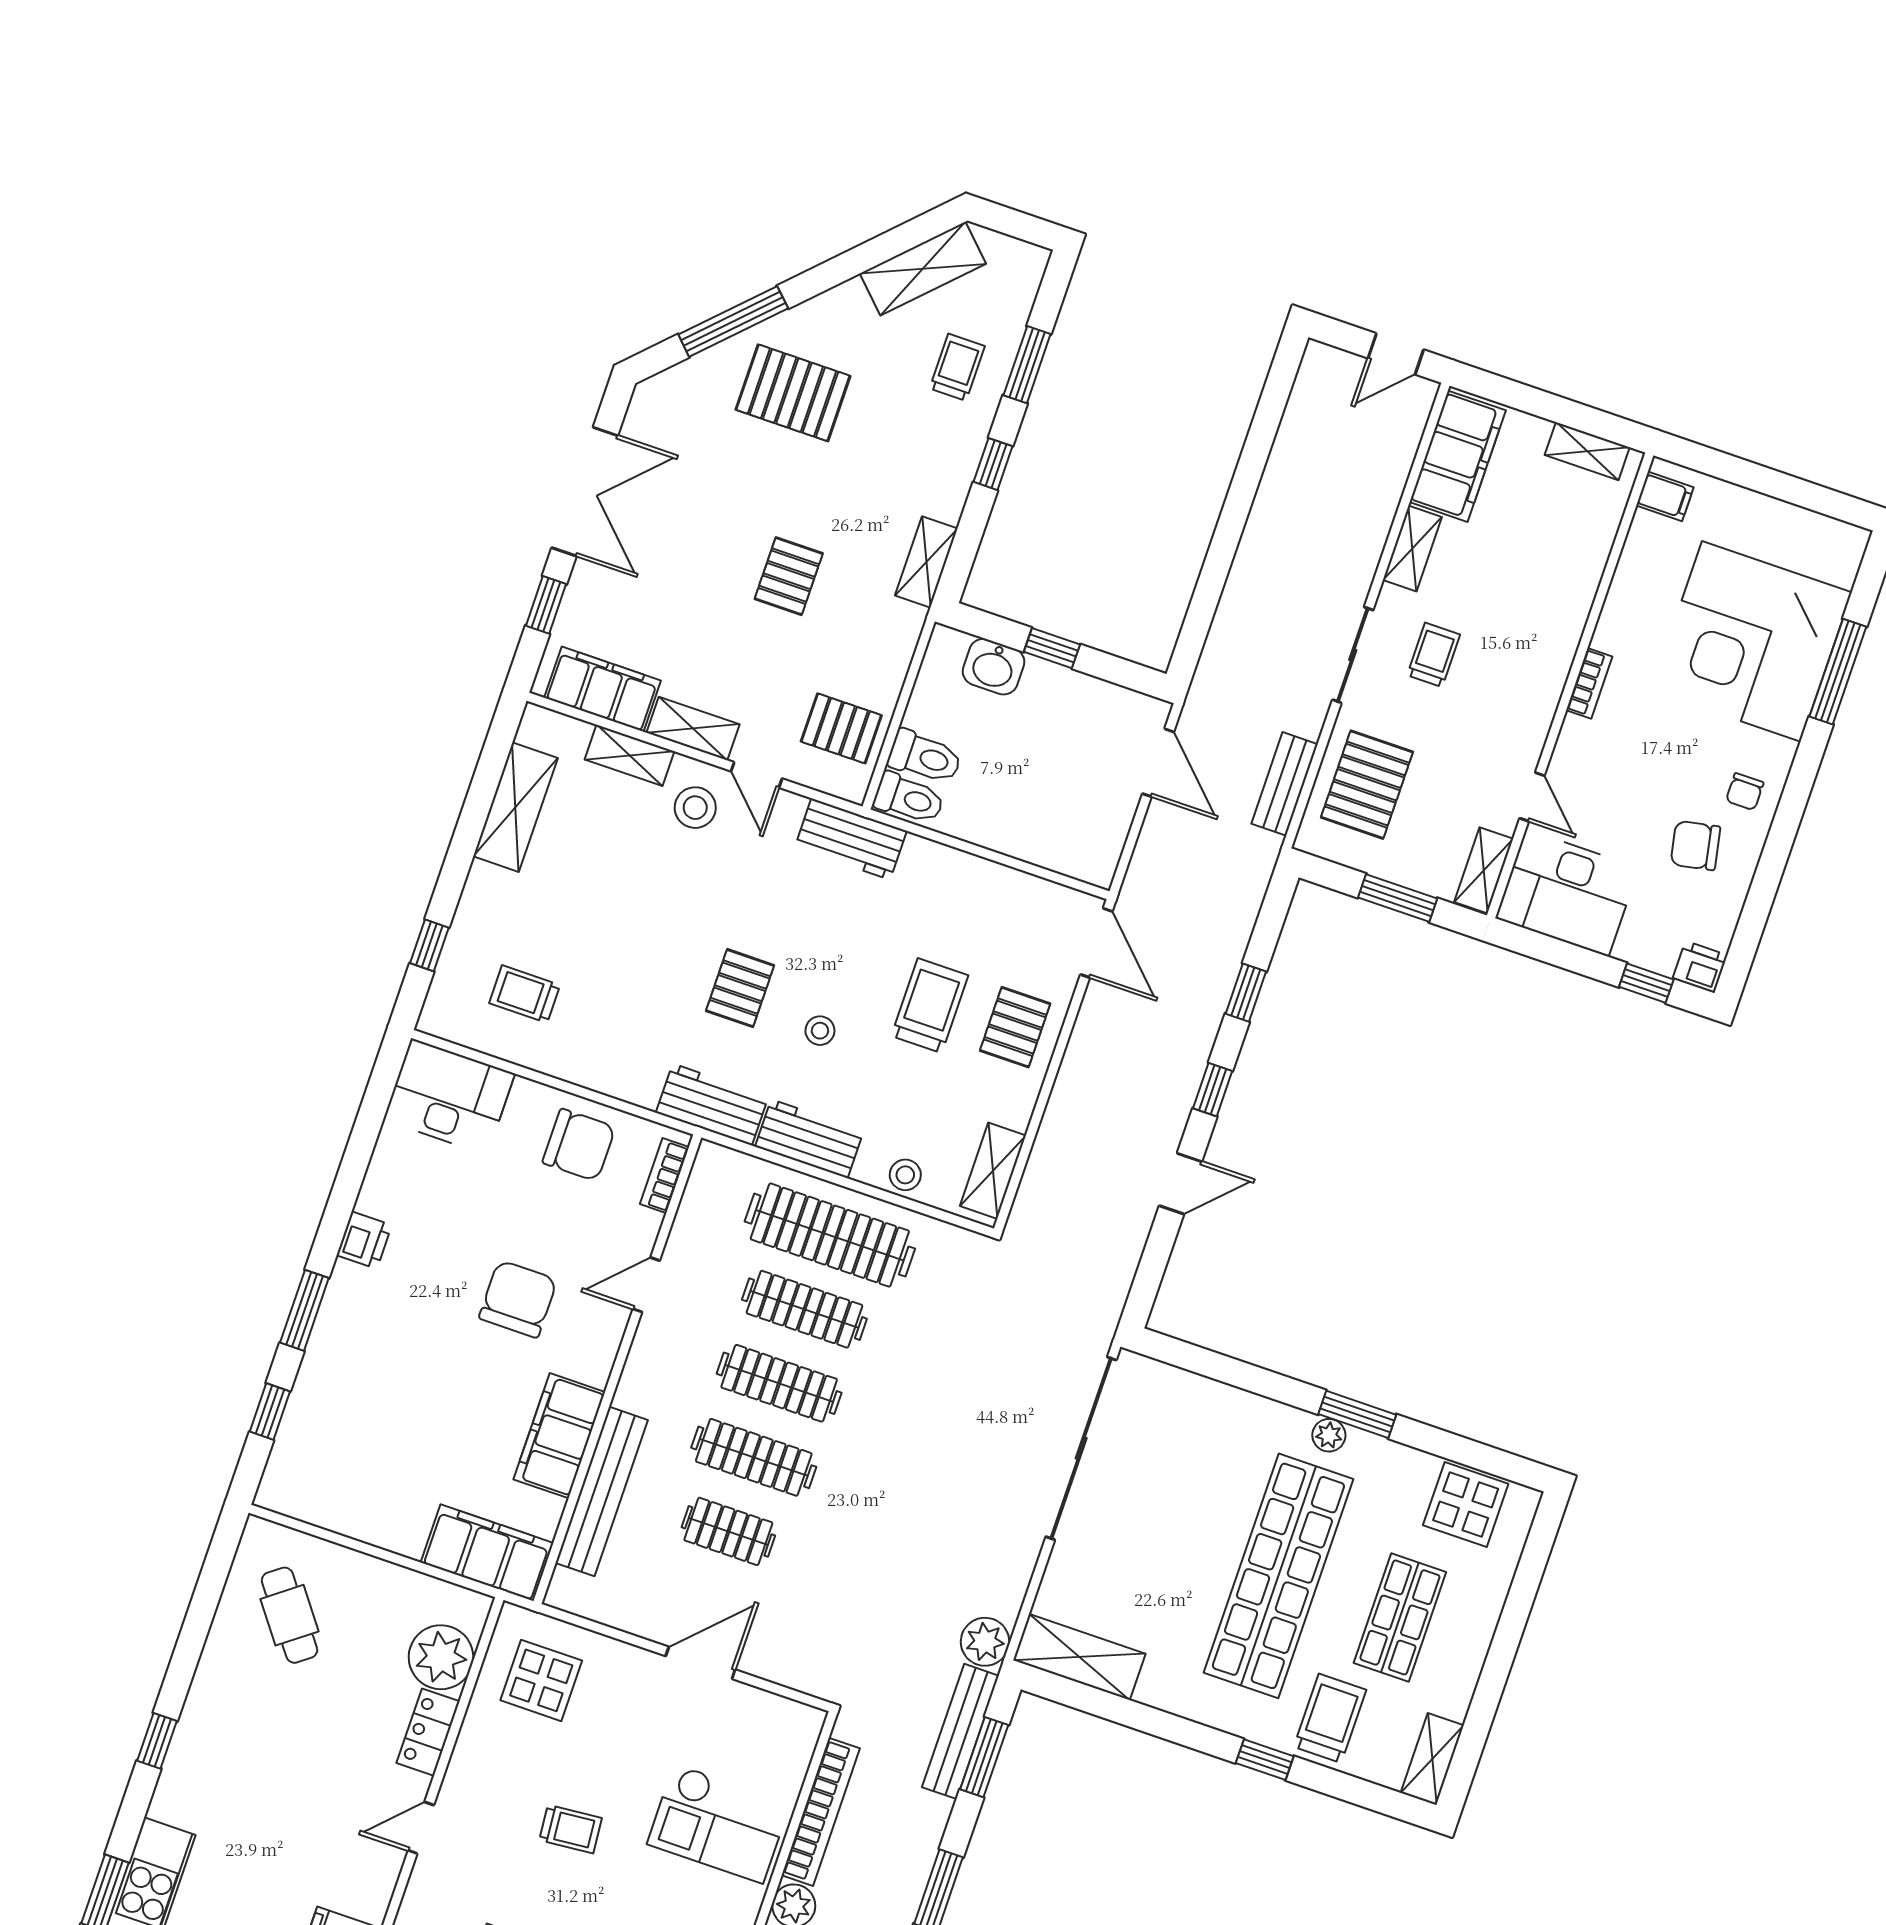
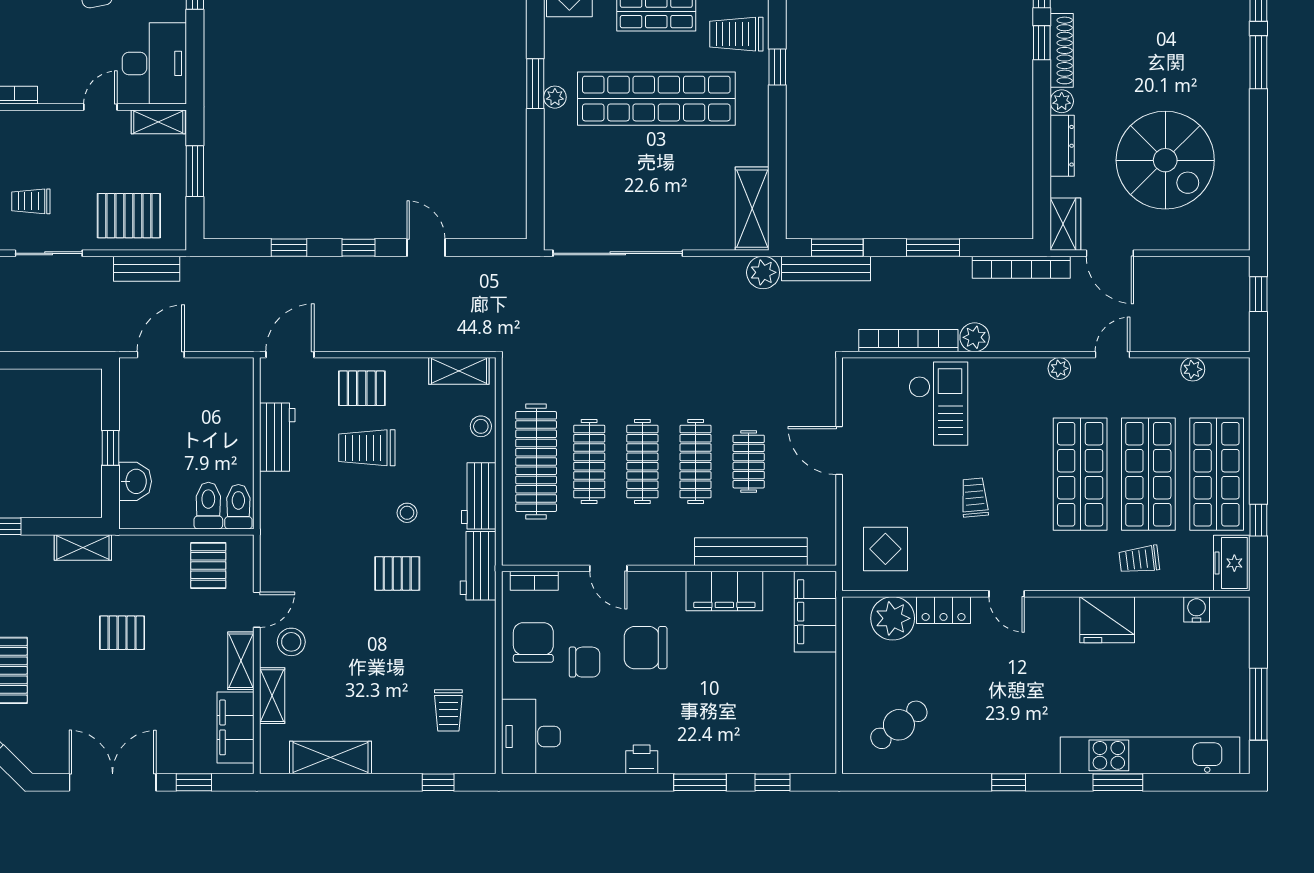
workbench: (851, 839) -> (277, 437), moved
chair: (527, 1207) -> (585, 662), added

